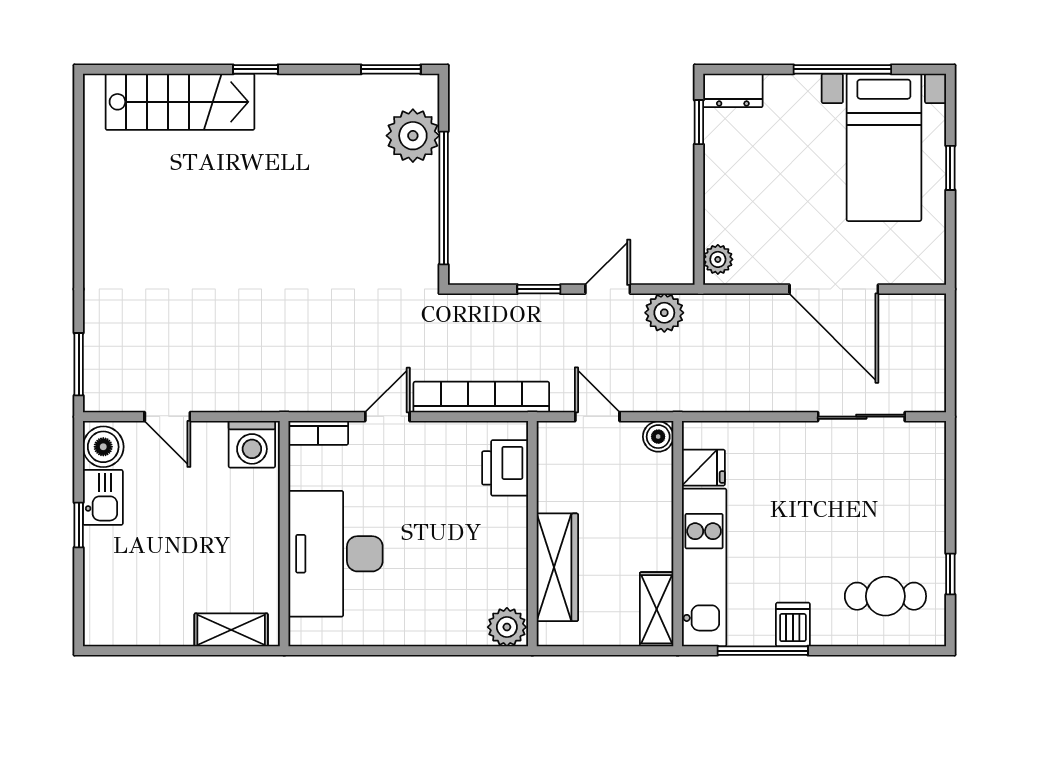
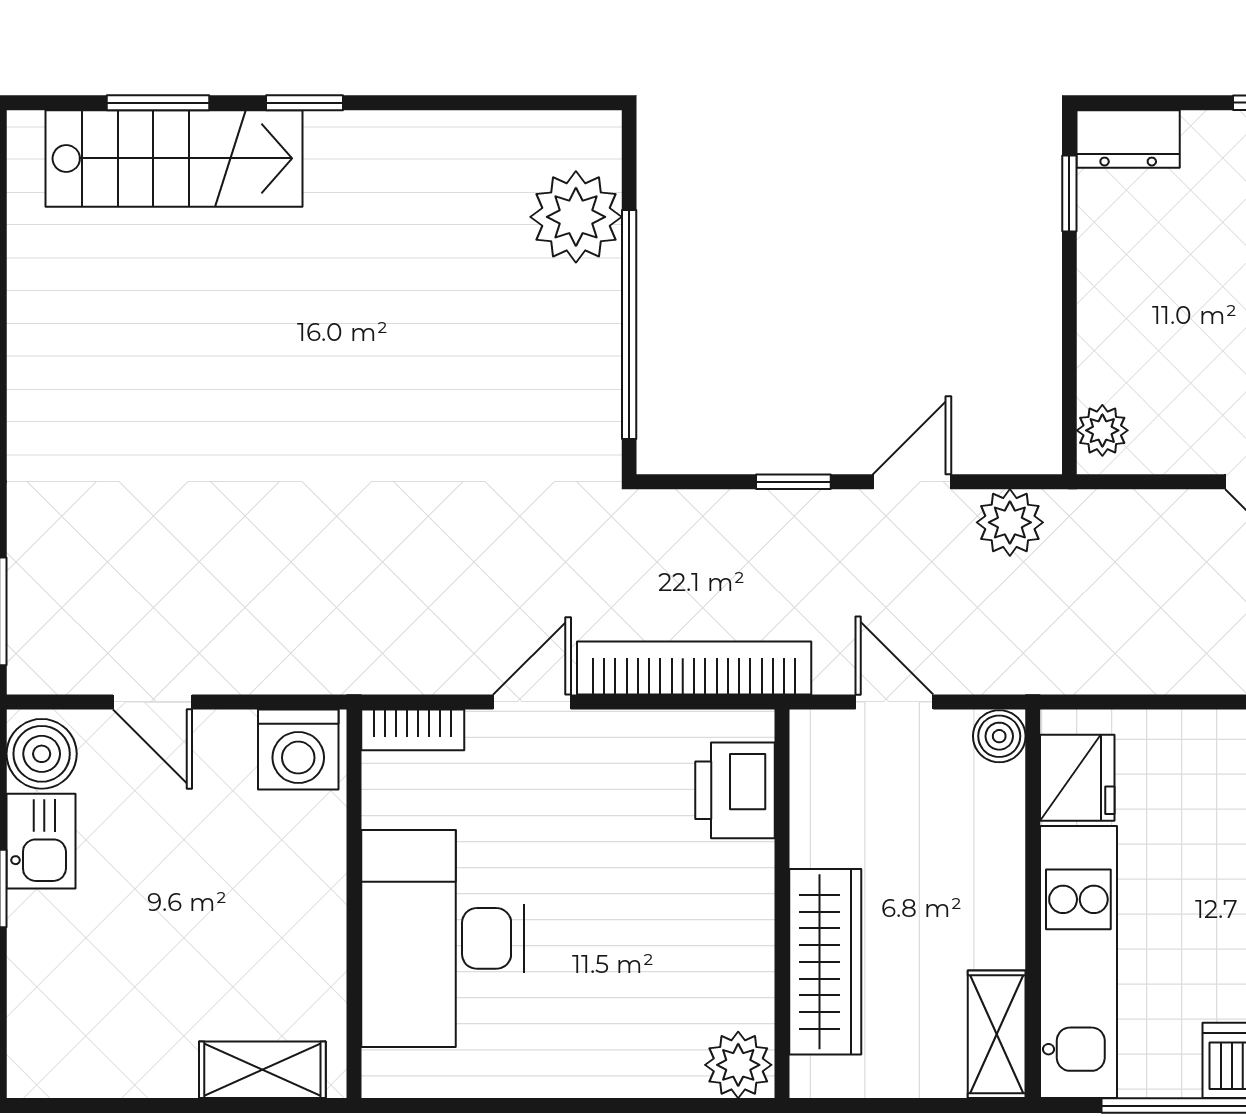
window: (391, 69) -> (158, 103), moved
fridge: (703, 468) -> (1077, 778), width x1.38

